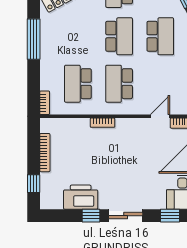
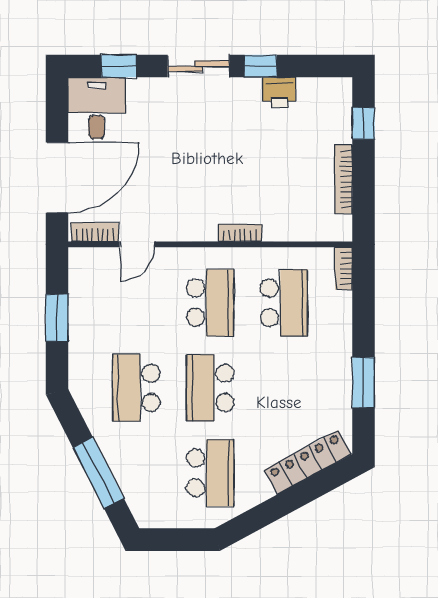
window: (34, 39) -> (363, 383), width x0.69
printer: (81, 197) -> (279, 92), width x0.53, depth x0.68

